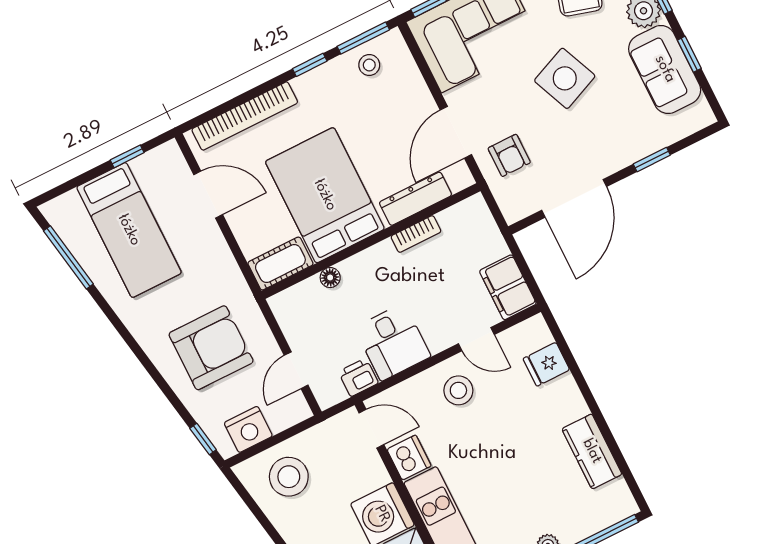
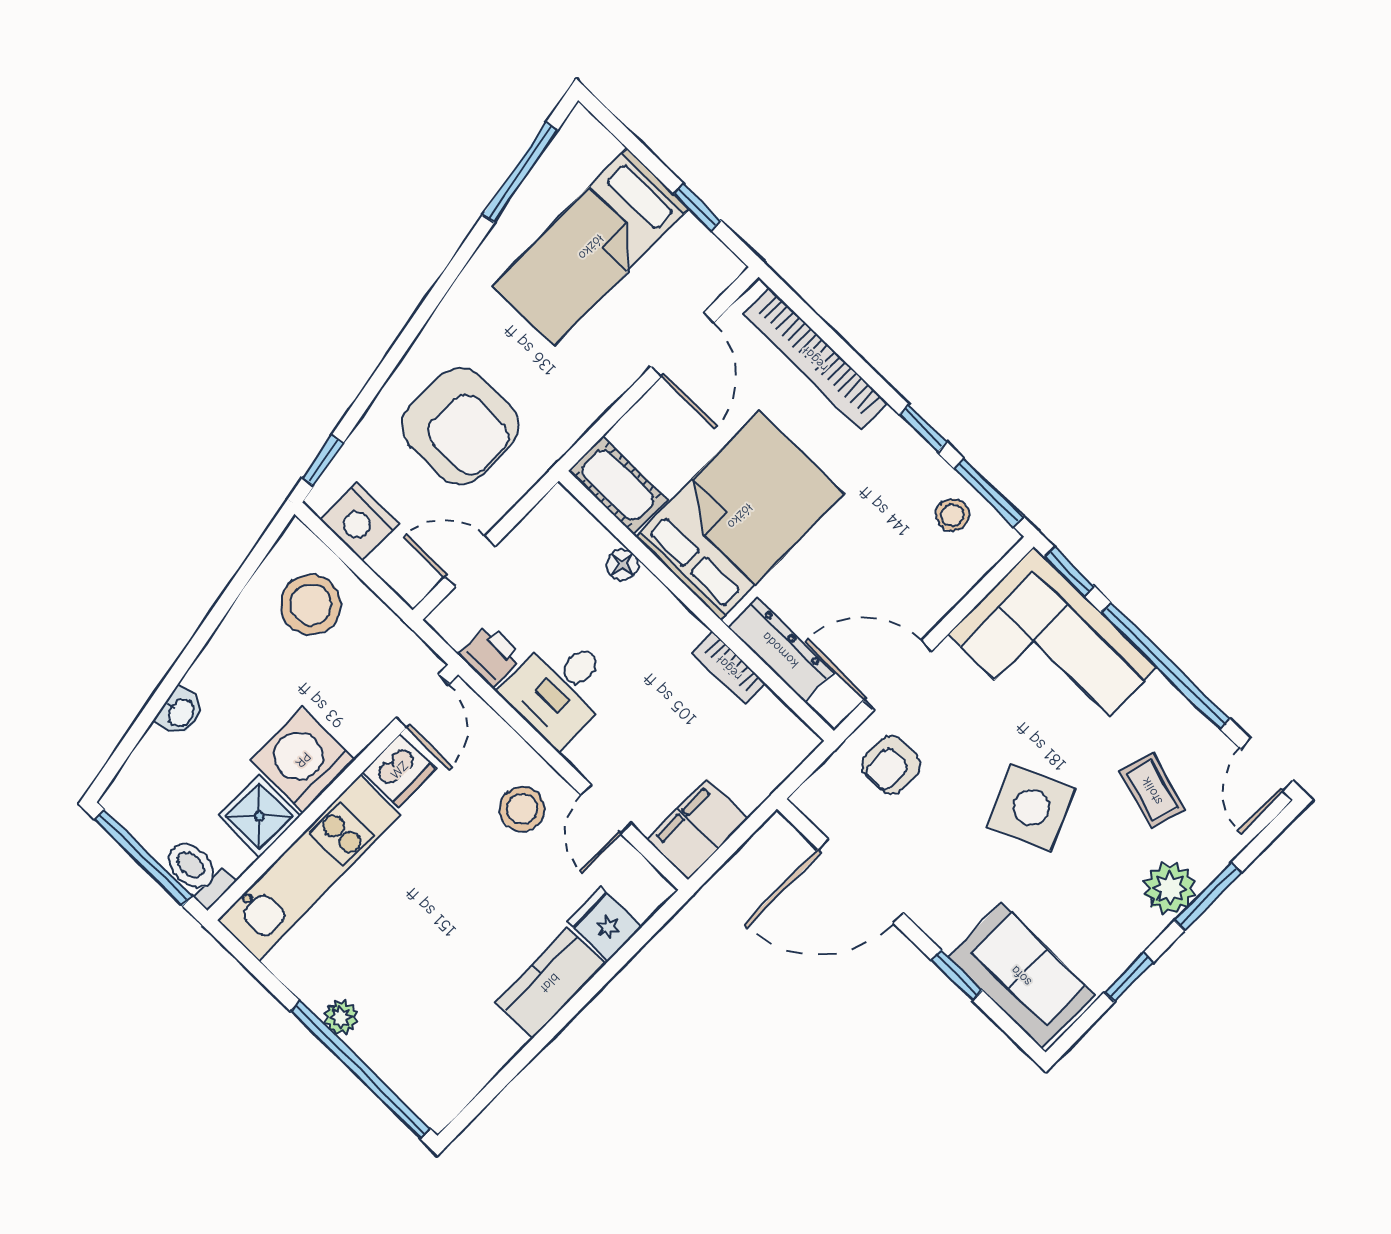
sofa: (665, 69) -> (1021, 976), moved, turned 90
kitchen counter: (592, 451) -> (550, 983), moved

